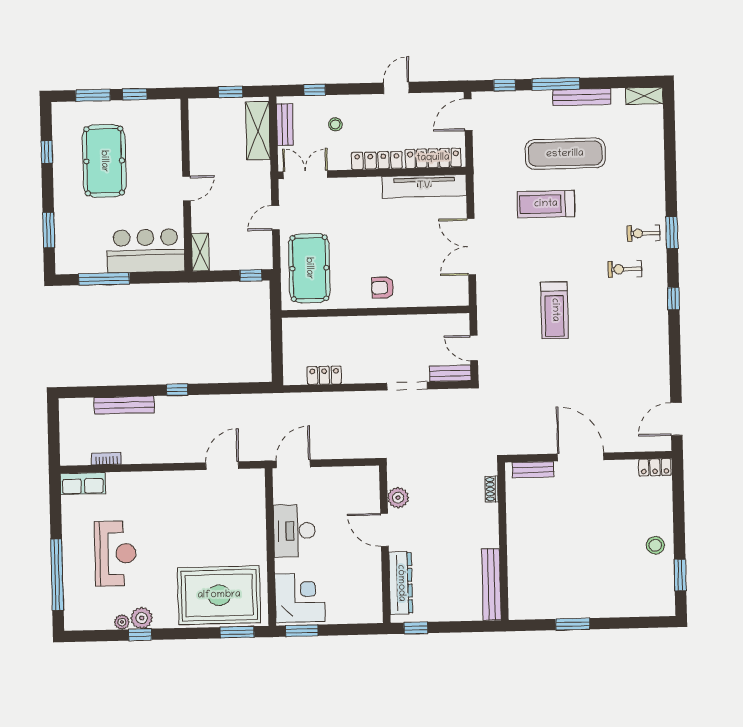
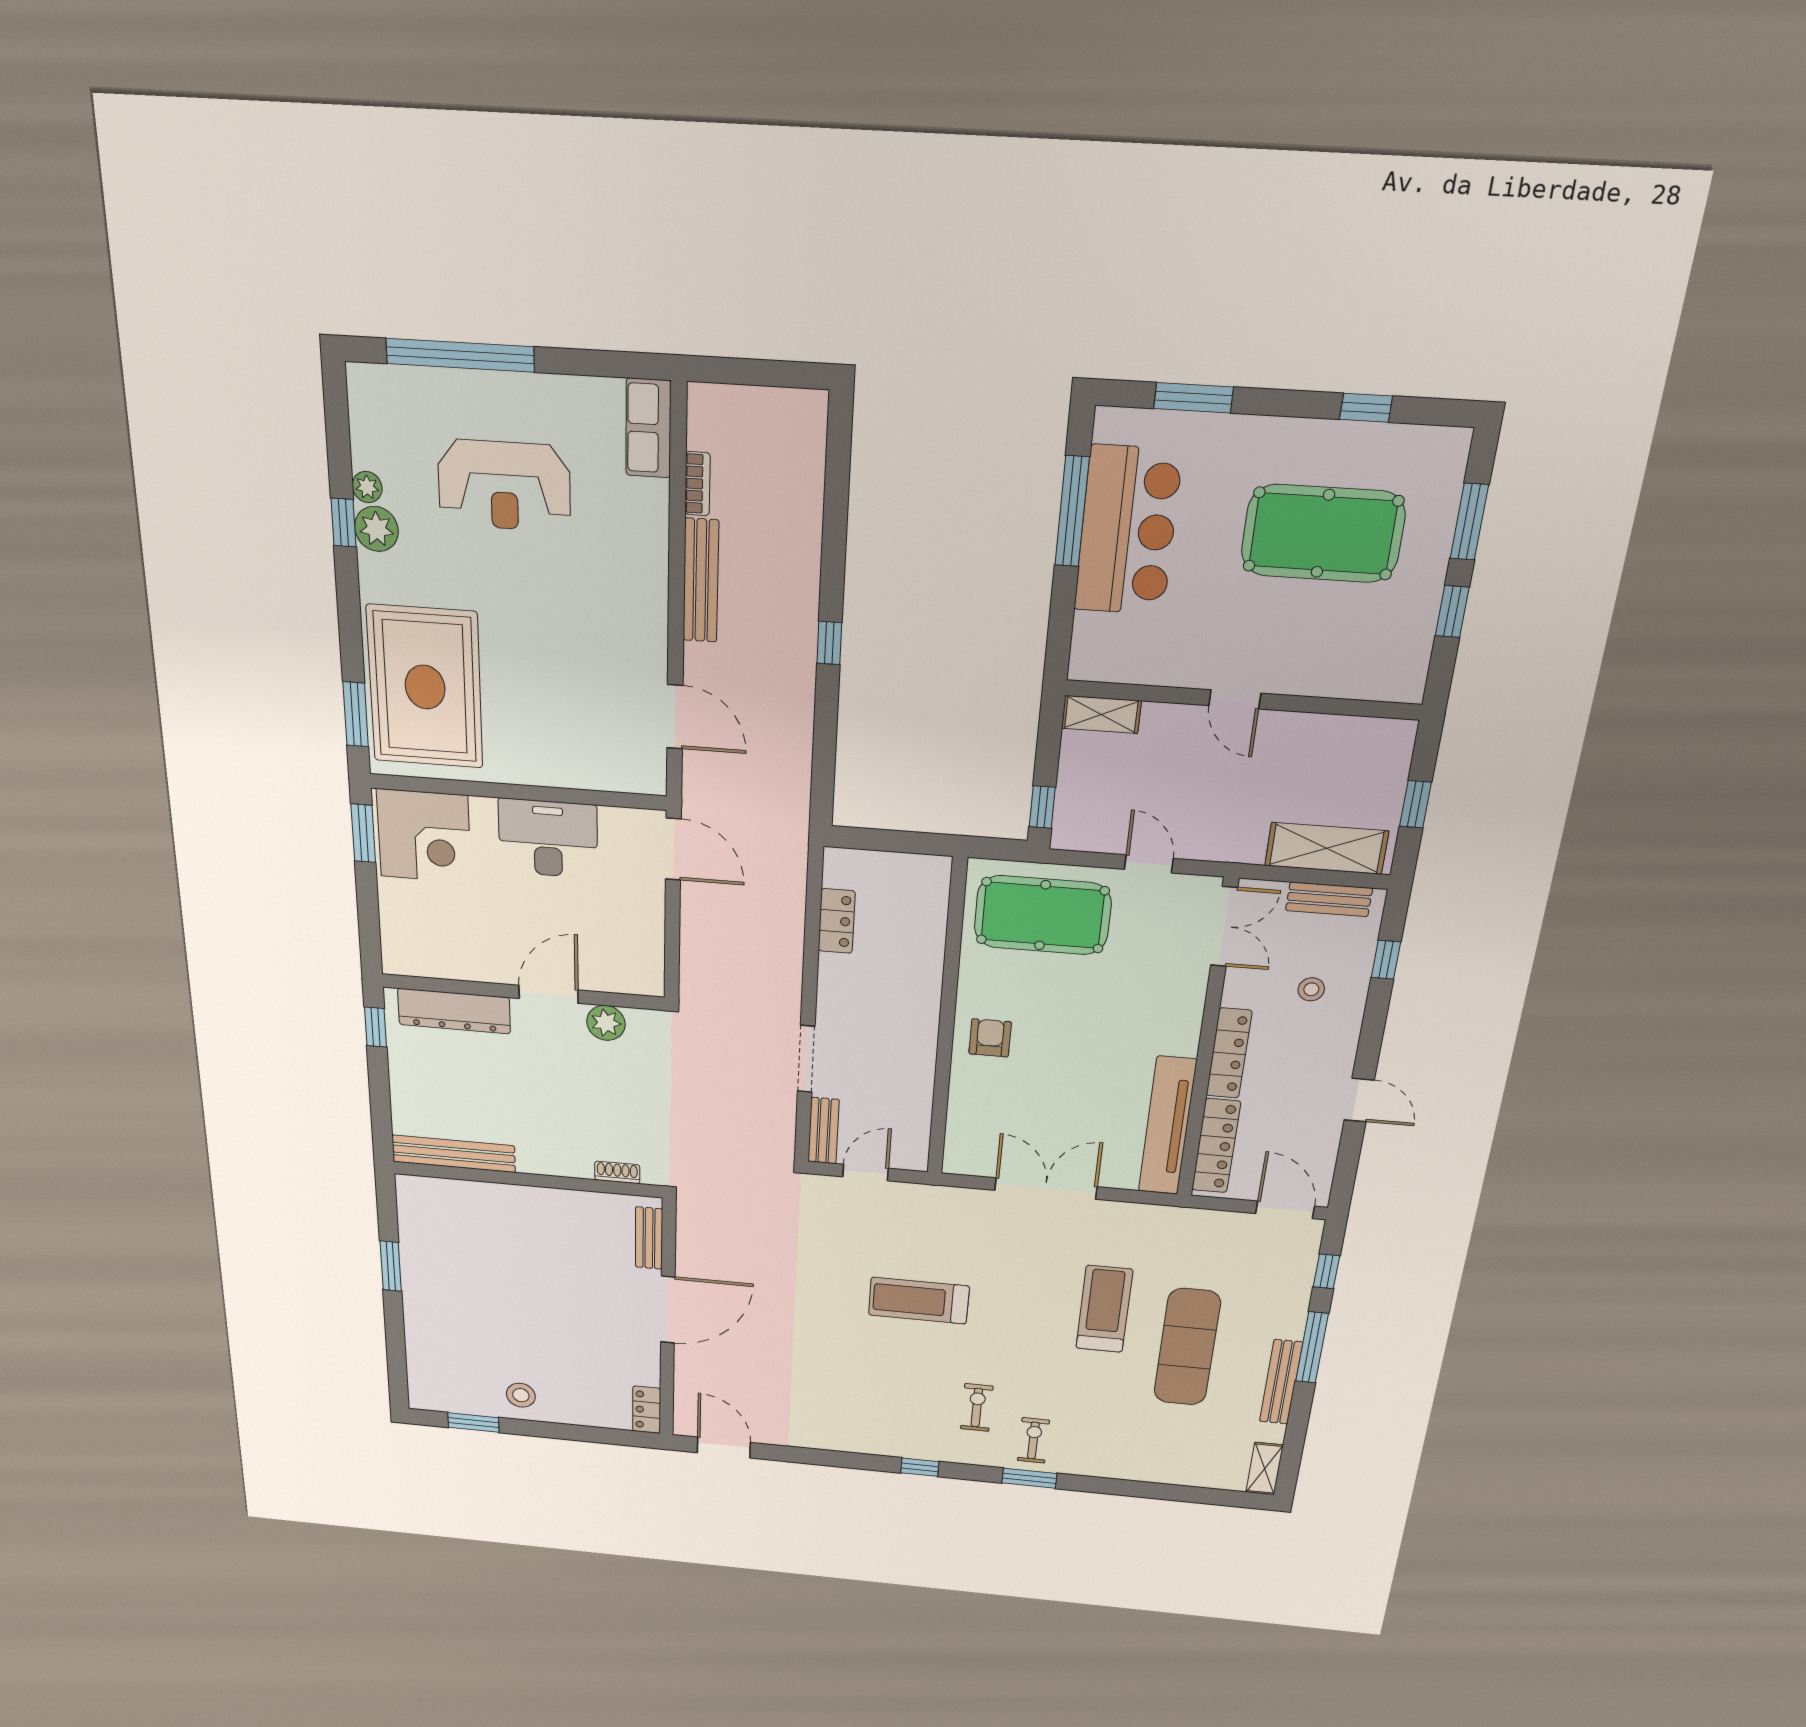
bar counter: (146, 251) -> (1128, 531), moved
bench: (124, 405) -> (701, 581), moved

